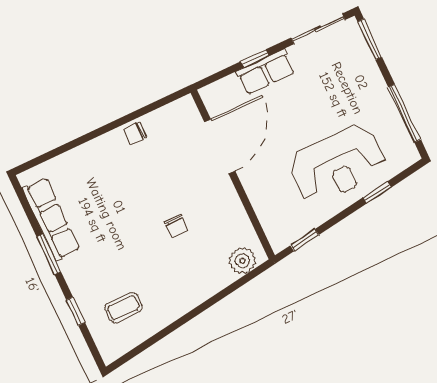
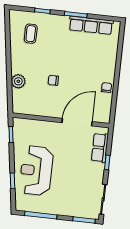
row of seats: (266, 72) -> (100, 148), moved
door: (220, 146) -> (77, 122), swing flipped
plant: (242, 261) -> (18, 81), moved

